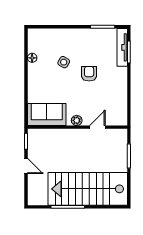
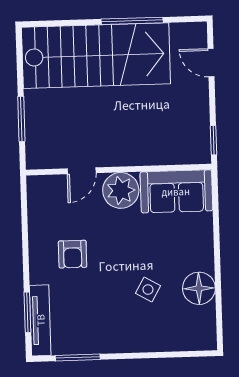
floor lamp: (32, 58) -> (199, 288), width x1.89, depth x1.89
armchair: (89, 74) -> (73, 254), moved
plant: (77, 120) -> (121, 190), width x1.88, depth x1.88
door: (26, 166) -> (211, 63), moved

